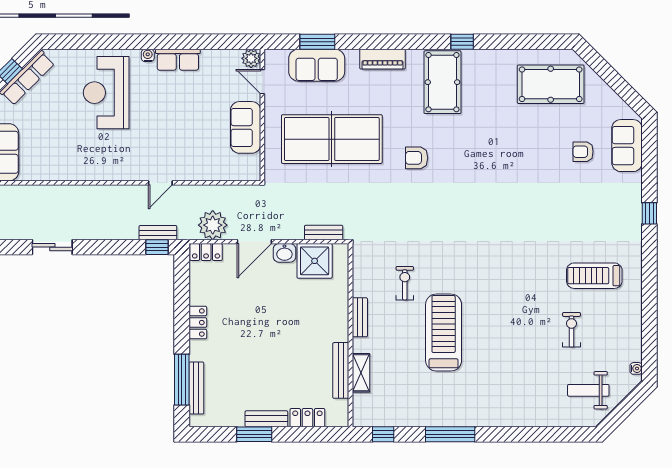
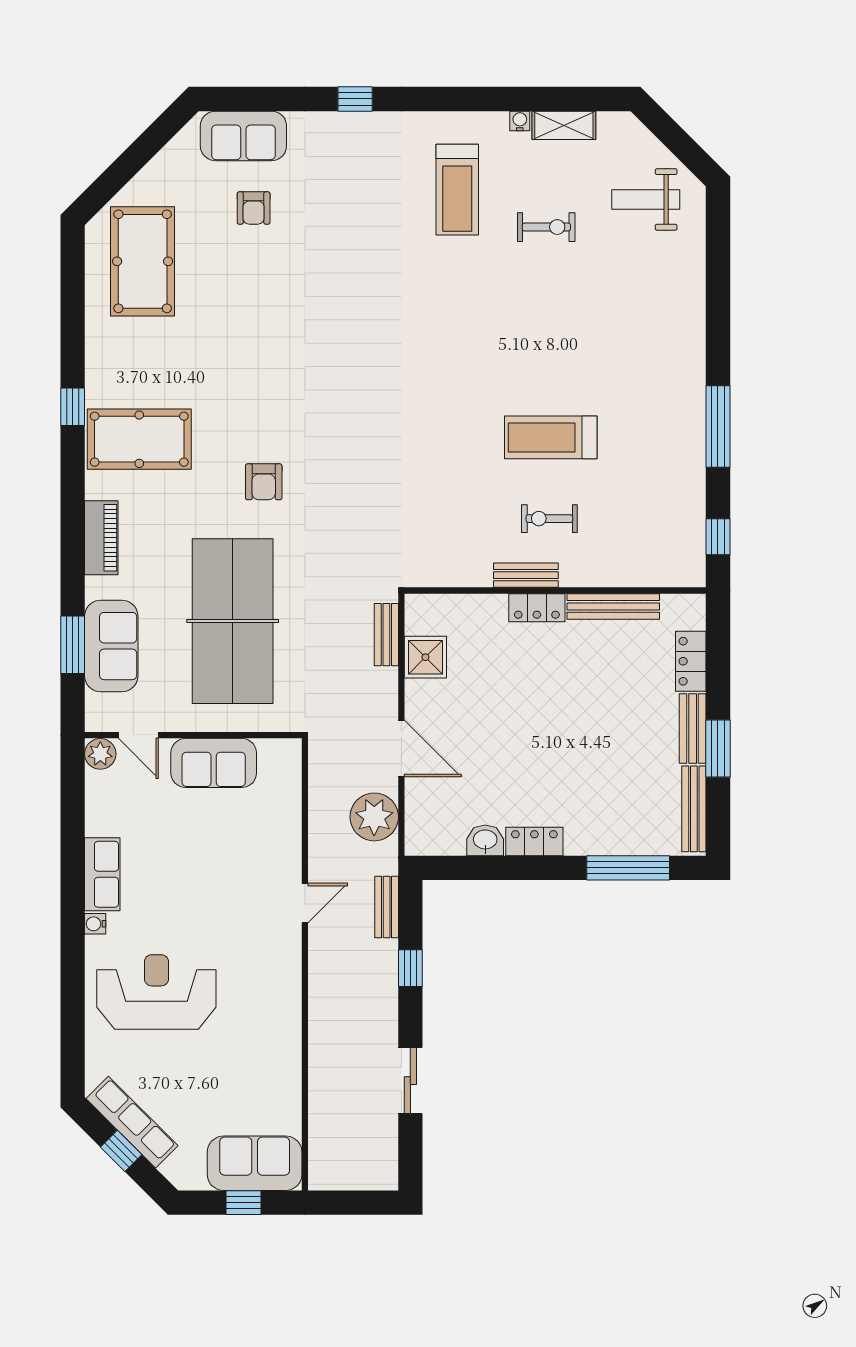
door: (262, 82) -> (138, 735), hinge flipped
reception desk: (106, 93) -> (156, 992), turned 180
door: (160, 183) -> (305, 903), hinge flipped
window: (157, 247) -> (410, 968), moved
locker: (206, 252) -> (537, 608), moved, turned 90
washbasin: (284, 253) -> (485, 840), moved, turned -90
shower: (315, 261) -> (425, 657), width x0.73, depth x0.73
exercise bike: (405, 283) -> (549, 519), moved
exercise bike: (572, 330) -> (546, 227), turned 180
treadmill: (444, 333) -> (551, 437), width x0.73, depth x0.73
water cooler: (636, 368) -> (520, 121), moved
shelving: (361, 373) -> (564, 125), moved
bench: (196, 388) -> (694, 809), moved, turned 90
weight bench: (588, 390) -> (646, 199), turned 90

